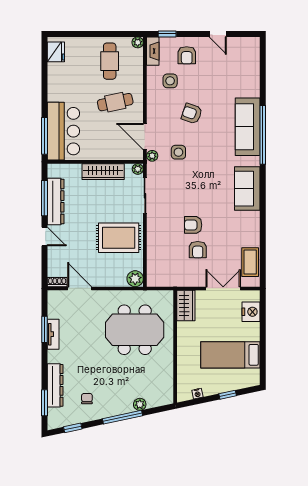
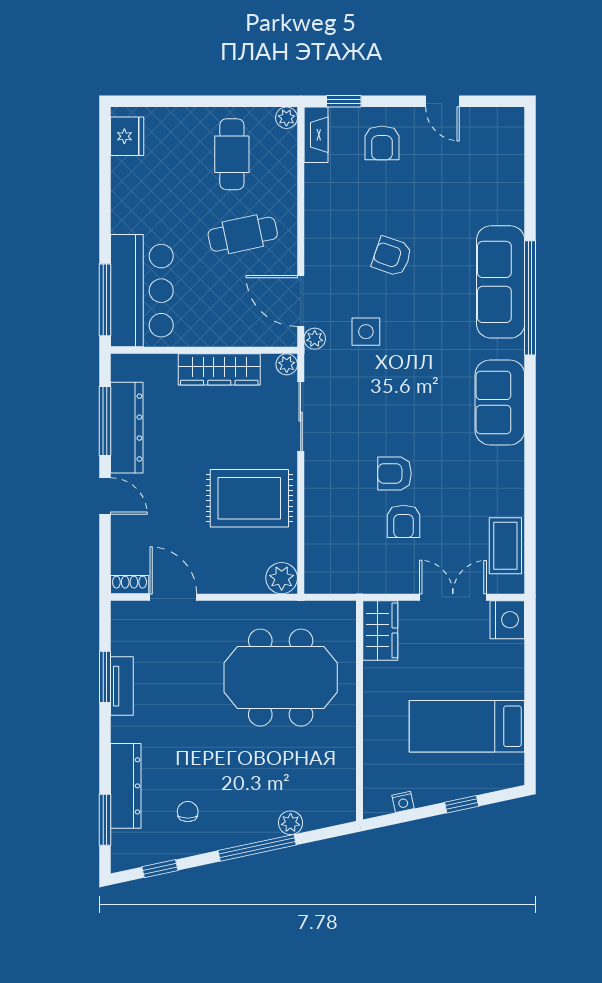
side table: (170, 81) -> (350, 193), removed
nightstand: (251, 312) -> (507, 620), moved

